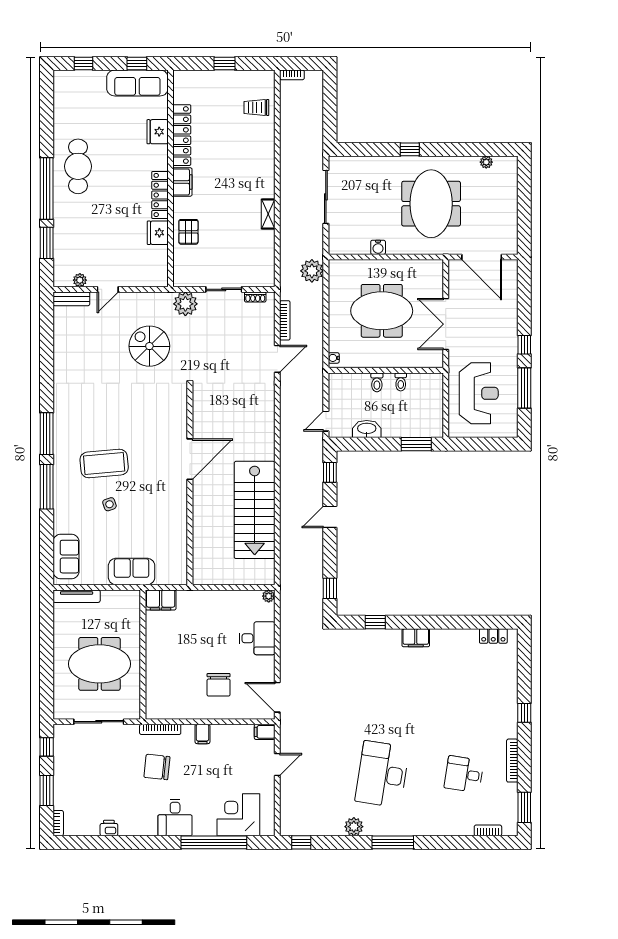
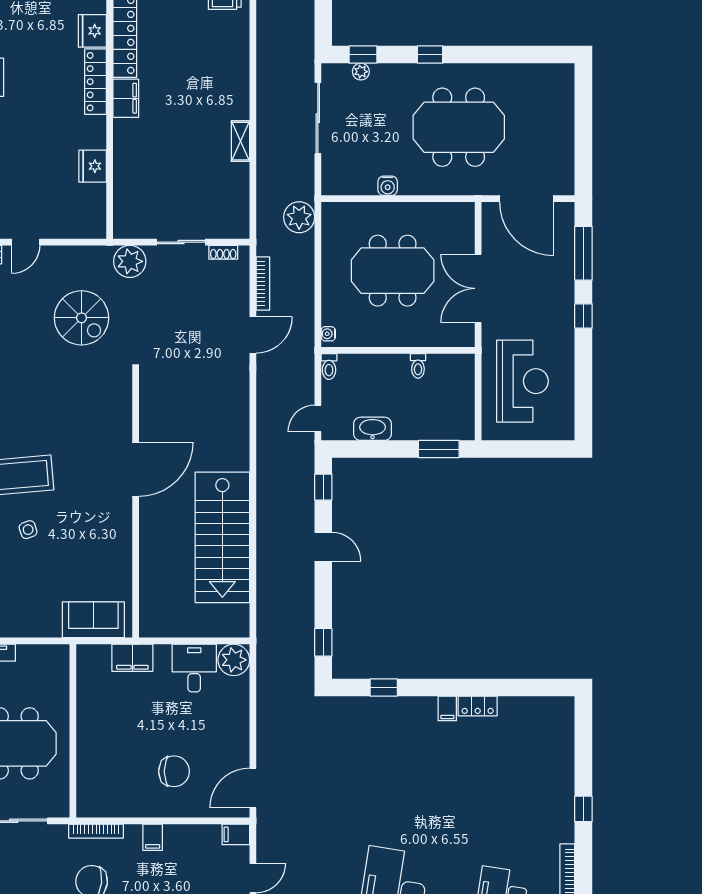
window: (360, 149) -> (363, 55), added
plant: (486, 162) -> (361, 72), moved
locker: (160, 195) -> (96, 82), moved
meeting table: (431, 204) -> (459, 127), turned 90
pallet: (188, 232) -> (134, 165), removed
spiral stairs: (149, 346) -> (82, 318), turned 180
toilet: (377, 382) -> (329, 367), moved
window: (524, 388) -> (583, 253), moved
door: (330, 517) -> (323, 547), swing flipped
sofa: (132, 572) -> (93, 620), moved
plant: (269, 596) -> (234, 660), width x1.87, depth x1.87
filing cabinet: (161, 600) -> (132, 658), moved
locker: (493, 636) -> (478, 706), moved
desk: (257, 638) -> (194, 668), moved, turned -90
filing cabinet: (416, 638) -> (447, 708), width x0.50
chair: (219, 685) -> (174, 771), turned -90
door: (277, 697) -> (253, 788), hinge flipped

